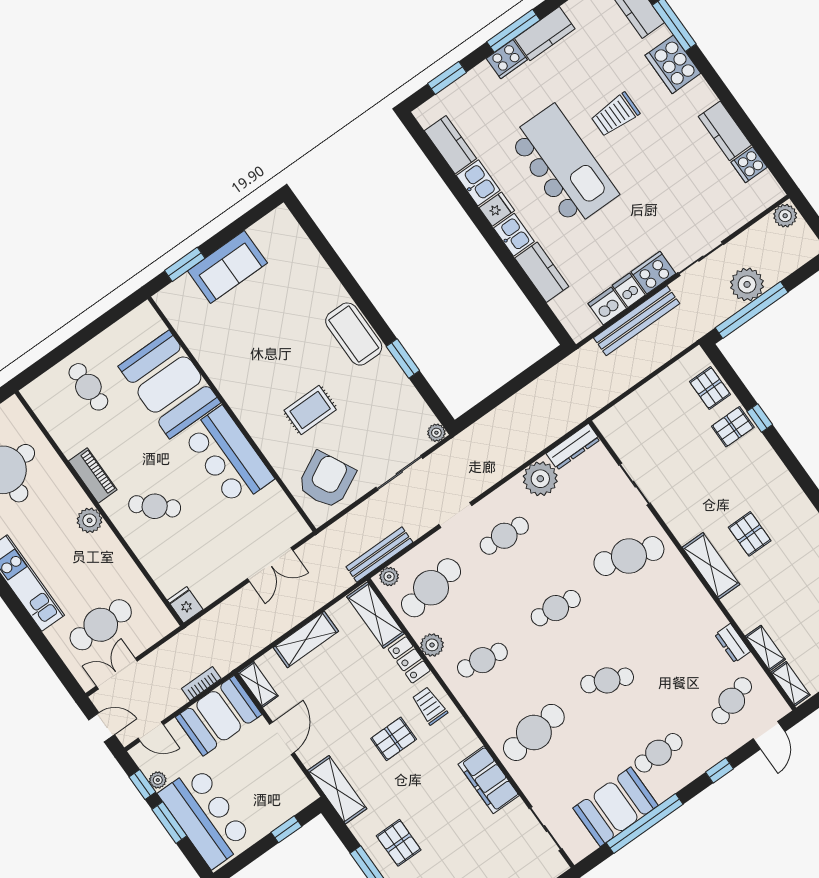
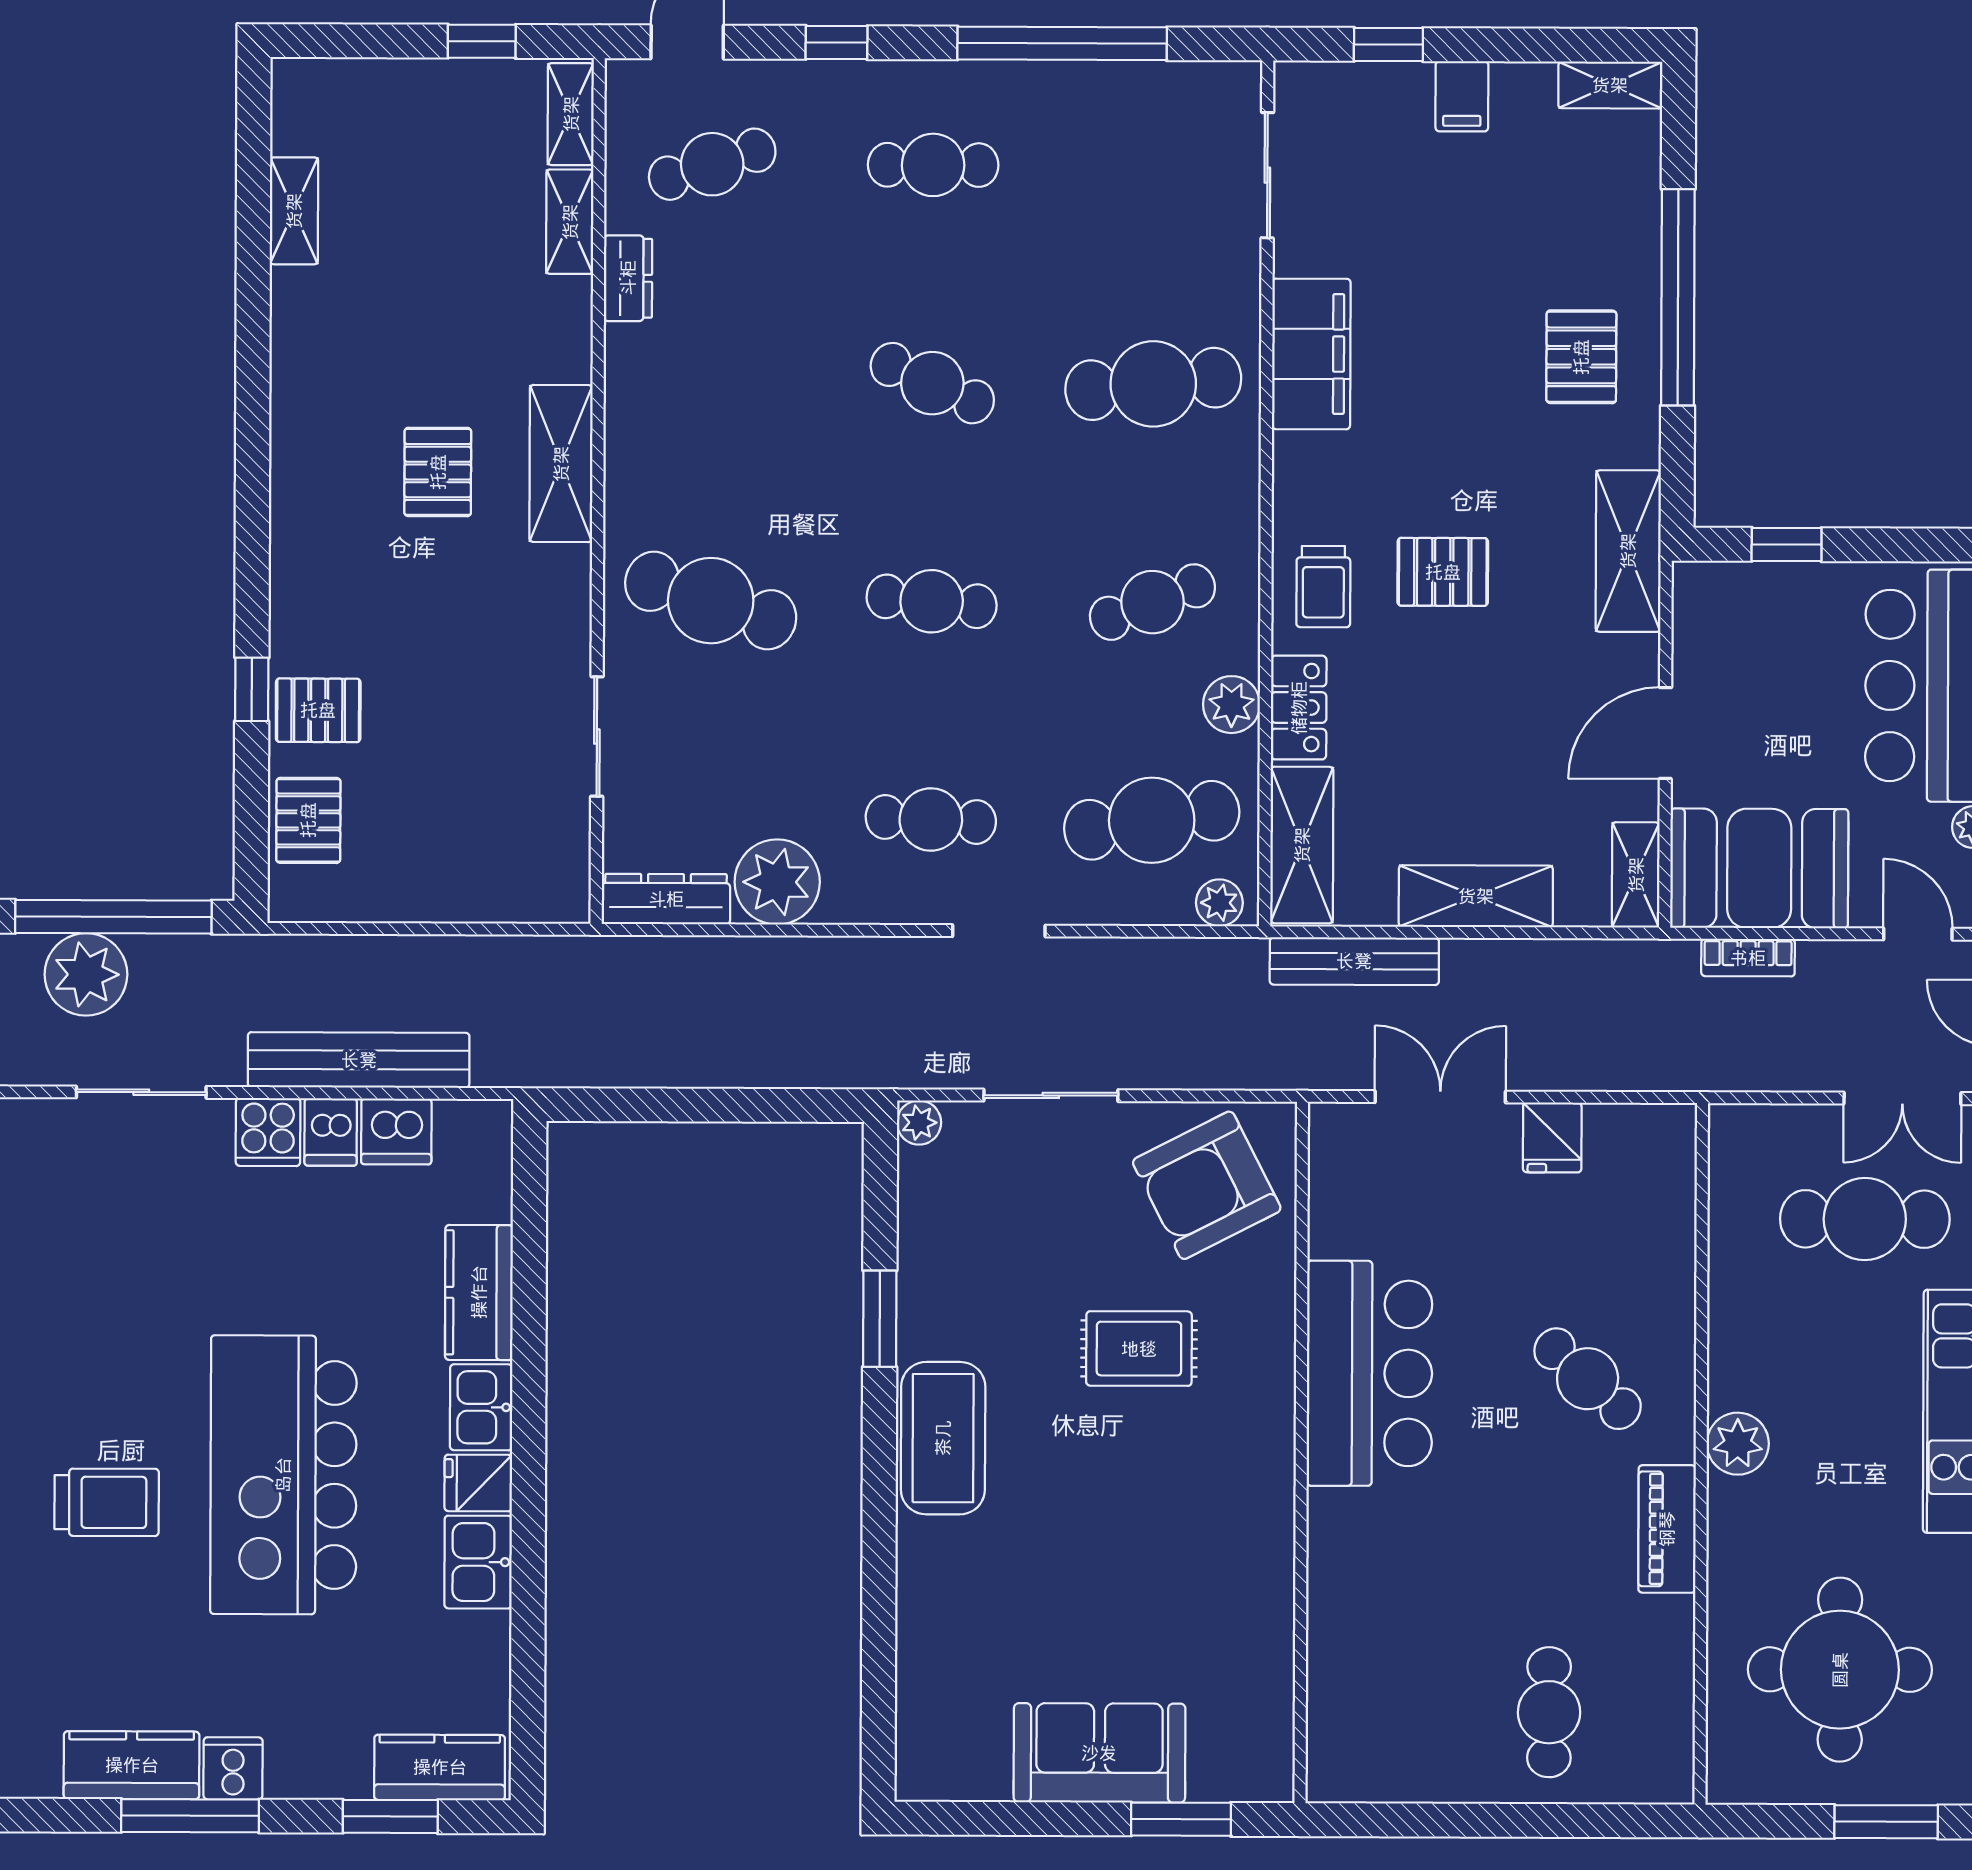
cooker: (507, 59) -> (233, 1768), width x0.73
kitchen counter: (450, 145) -> (440, 1767), moved, turned 90
cooker: (653, 273) -> (268, 1132), width x0.73
booth: (169, 385) -> (1384, 1601), removed
bench: (379, 554) -> (1354, 961), moved
fridge: (185, 605) -> (1552, 1137), moved
cafe table: (482, 660) -> (1152, 602), turned -30
booth: (616, 807) -> (1096, 119), removed

